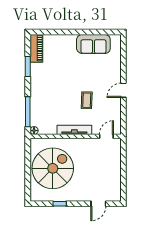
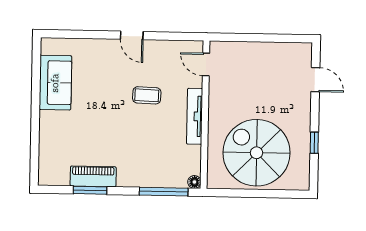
piano: (36, 48) -> (93, 176), moved

